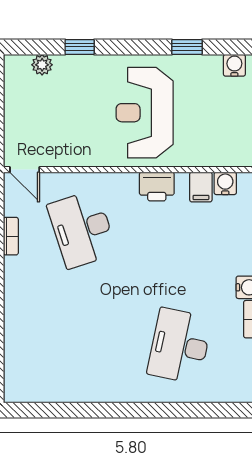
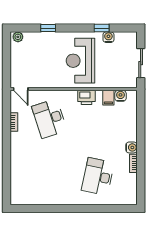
plant: (42, 65) -> (18, 37), moved
water cooler: (234, 65) -> (108, 37), moved

